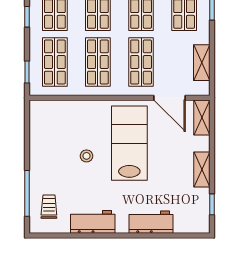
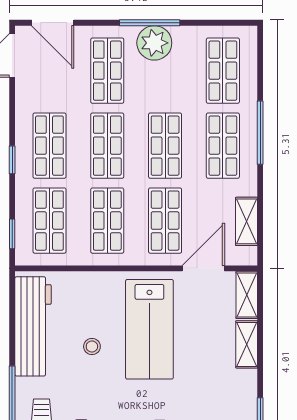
door: (170, 98) -> (203, 268), swing flipped
workbench: (43, 141) -> (33, 326), added
lab bench: (129, 143) -> (149, 329), turned 180
shelving: (202, 170) -> (247, 344), moved

